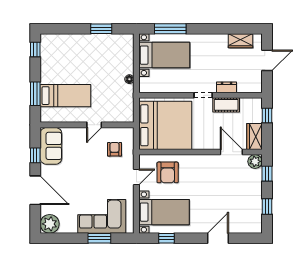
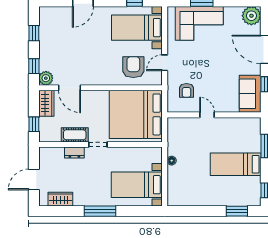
window: (101, 29) -> (237, 211), moved
window: (170, 29) -> (100, 211), moved
bed: (65, 96) -> (236, 164), moved
door: (94, 125) -> (207, 115), hinge flipped

